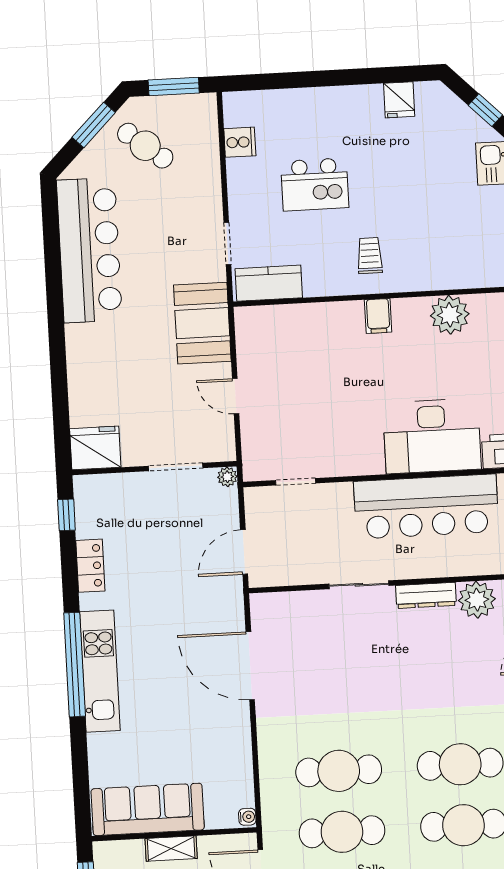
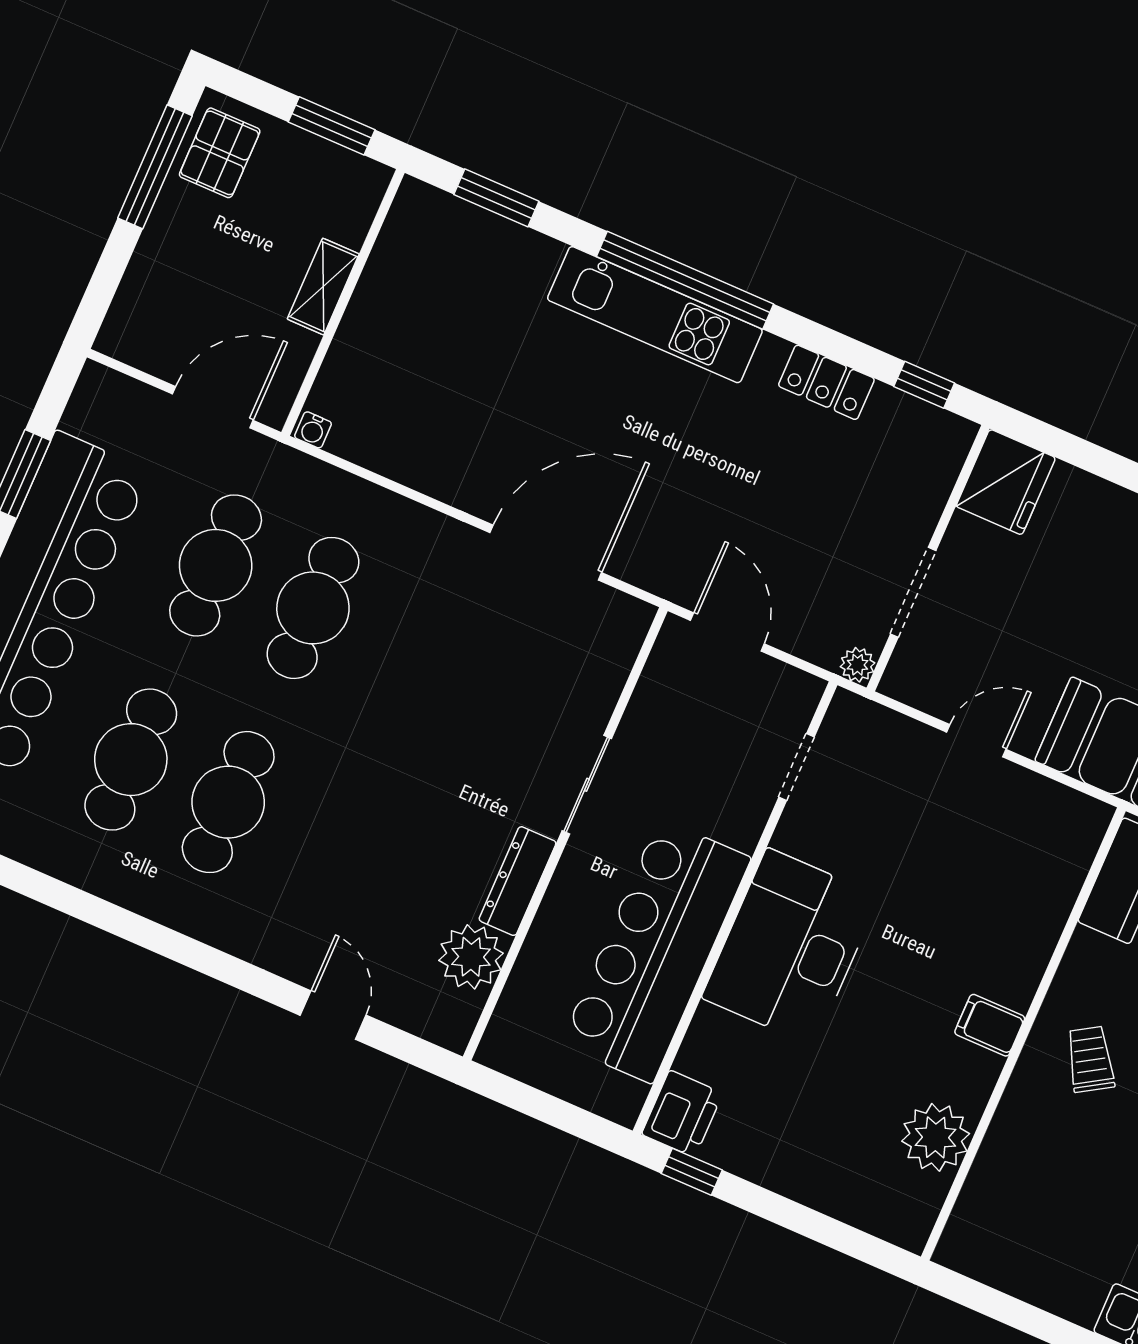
trolley: (370, 256) -> (1090, 1059), turned -122
desk: (432, 436) -> (790, 947), moved
window: (81, 783) -> (496, 198), added
sofa: (148, 809) -> (403, 281), removed

